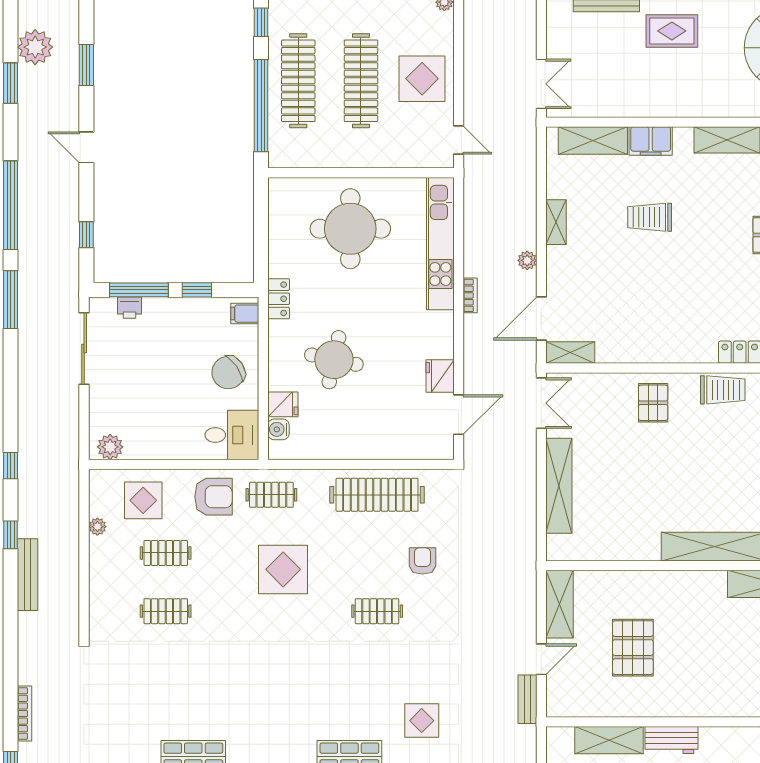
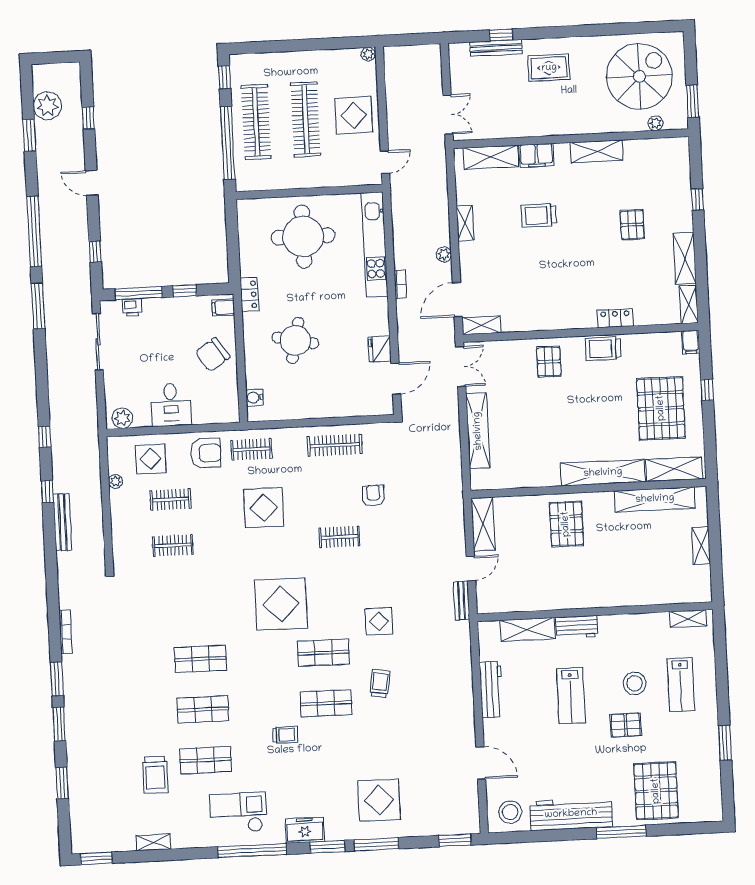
window: (86, 65) -> (88, 118), width x0.67
door: (459, 140) -> (385, 162), hinge flipped
trolley: (723, 390) -> (603, 349), turned 180
fridge: (283, 404) -> (257, 378), removed
desk: (232, 435) -> (171, 405), moved, turned 90
clothes rail: (377, 495) -> (335, 445), width x0.73, depth x0.76
pallet: (633, 648) -> (566, 524), moved
display table: (299, 692) -> (281, 604), added

